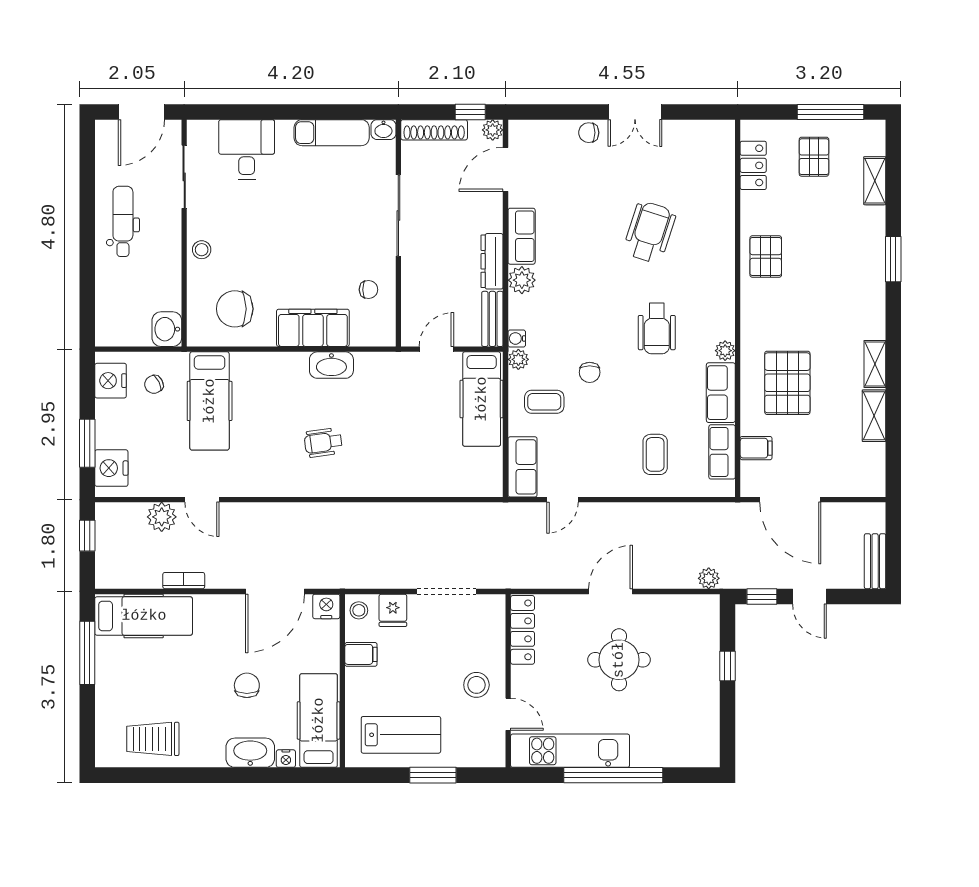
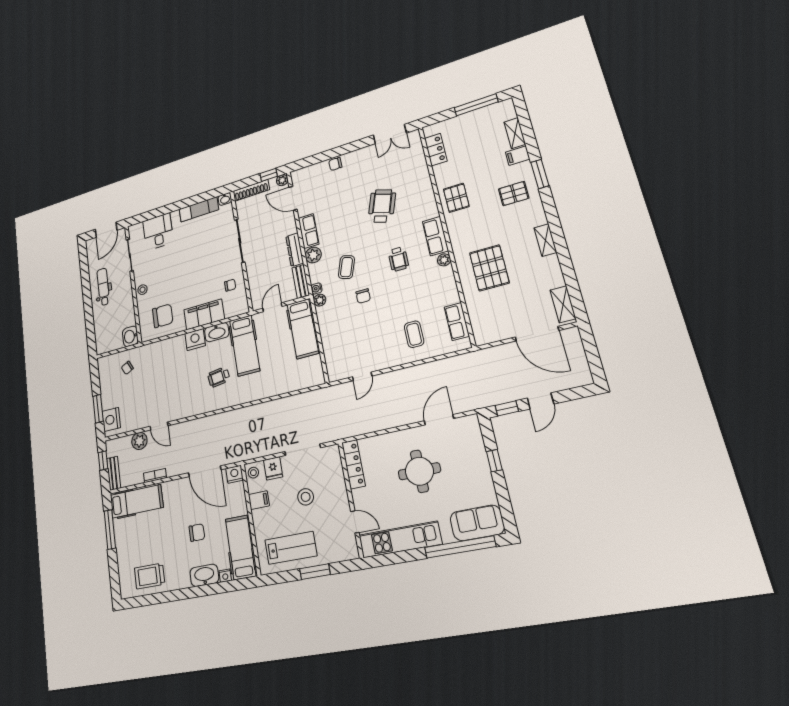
double door: (635, 112) -> (390, 134), moved
pallet: (814, 157) -> (514, 194), moved, turned 90
door: (506, 169) -> (293, 198), hinge flipped
chair: (235, 309) -> (163, 316), turned 180
wheelchair: (657, 329) -> (398, 259), width x0.73, depth x0.73
nightstand: (111, 381) -> (195, 340), moved, turned 90
row of seats: (721, 393) -> (435, 236), moved
hospital bed: (210, 401) -> (245, 346), moved
coffee table: (544, 402) -> (346, 267), moved, turned -72
shelving: (874, 416) -> (563, 304), moved
filing cabinet: (756, 448) -> (518, 156), moved, turned 180
row of seats: (523, 467) -> (334, 362), removed
door: (790, 500) -> (537, 334), moved
bench: (875, 561) -> (114, 473), moved
plant: (709, 578) -> (467, 404), removed
door: (275, 591) -> (205, 471), hinge flipped
door: (611, 591) -> (439, 420), moved
door: (809, 597) -> (540, 401), hinge flipped
chair: (247, 685) -> (197, 533), turned 90
stool: (476, 685) -> (306, 497), moved
sofa: (684, 747) -> (477, 523), added
window: (613, 775) -> (460, 547), moved

